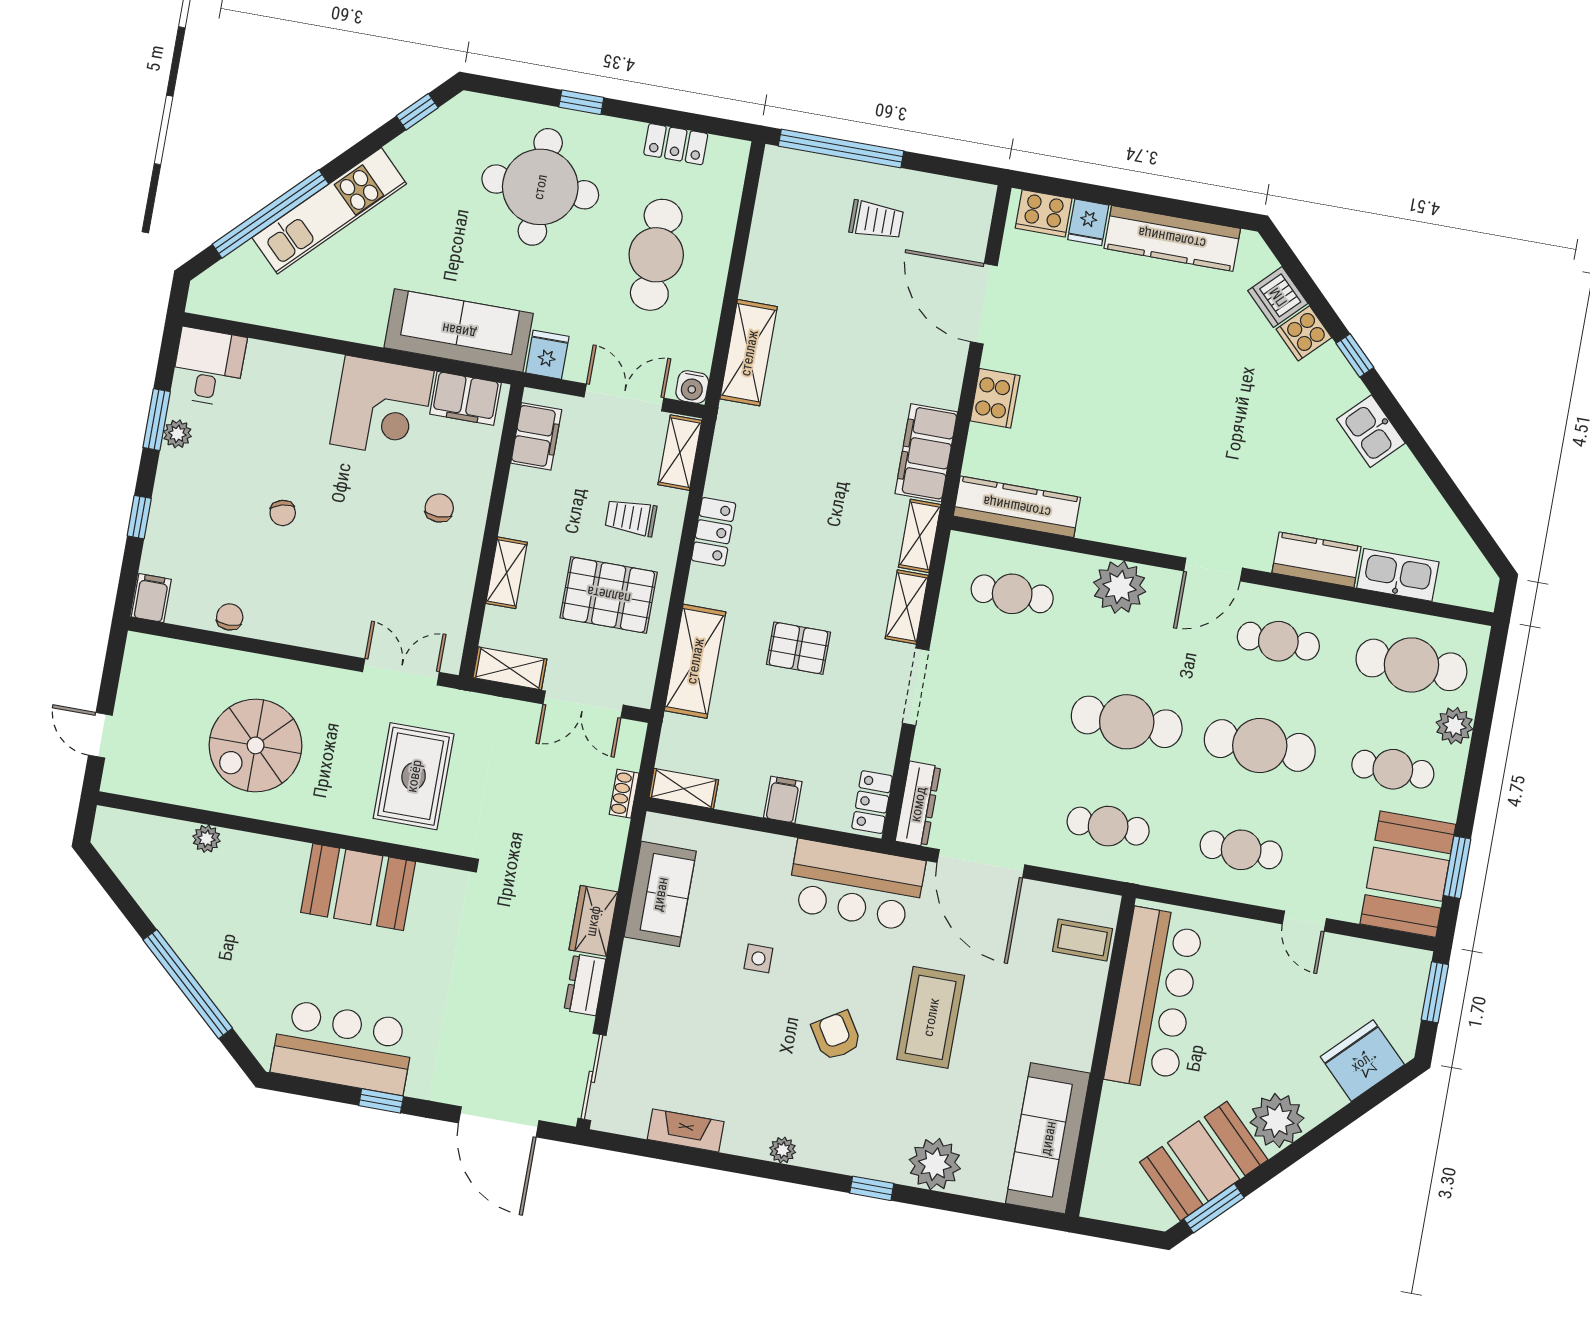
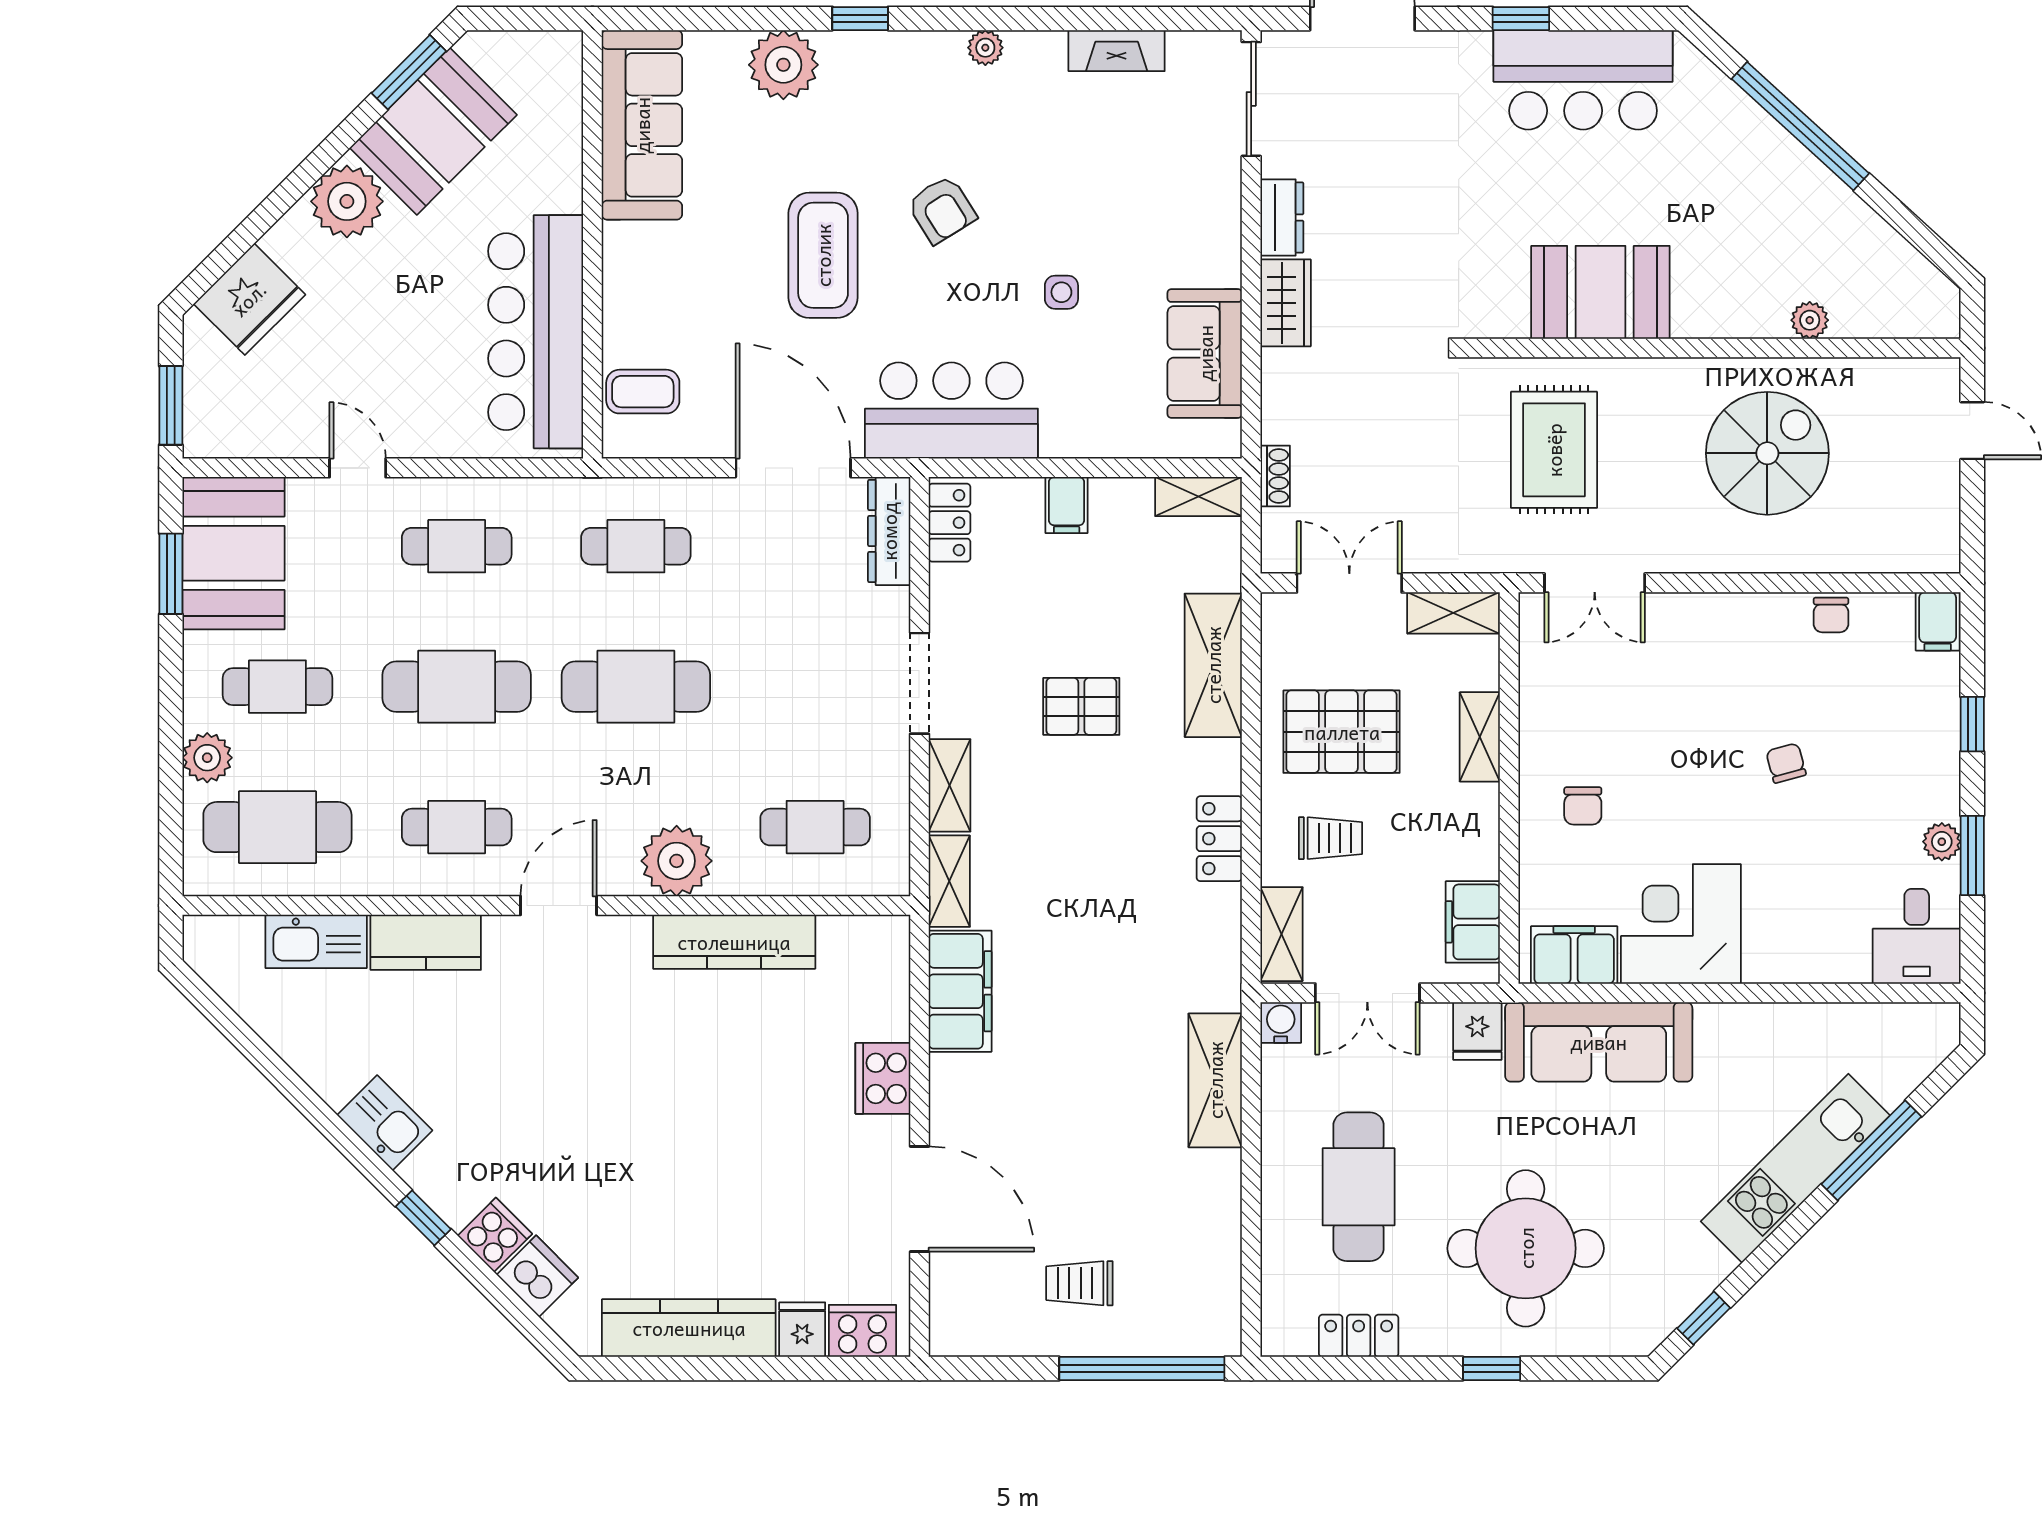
window: (270, 214) -> (1871, 1150), width x0.68
kitchen counter: (1017, 507) -> (734, 942), moved

